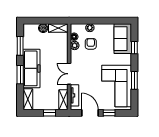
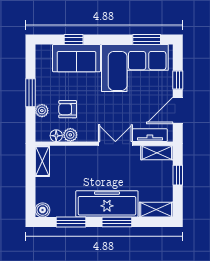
window: (101, 21) -> (30, 93), added
boiler: (43, 28) -> (43, 210), moved
sofa: (123, 39) -> (77, 58), moved
double door: (69, 74) -> (115, 144), swing flipped
window: (134, 80) -> (147, 39), moved

